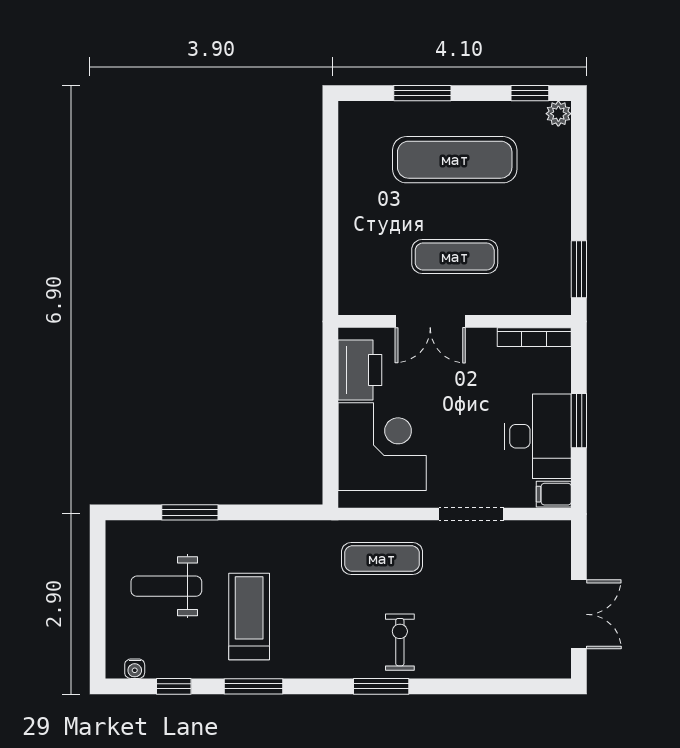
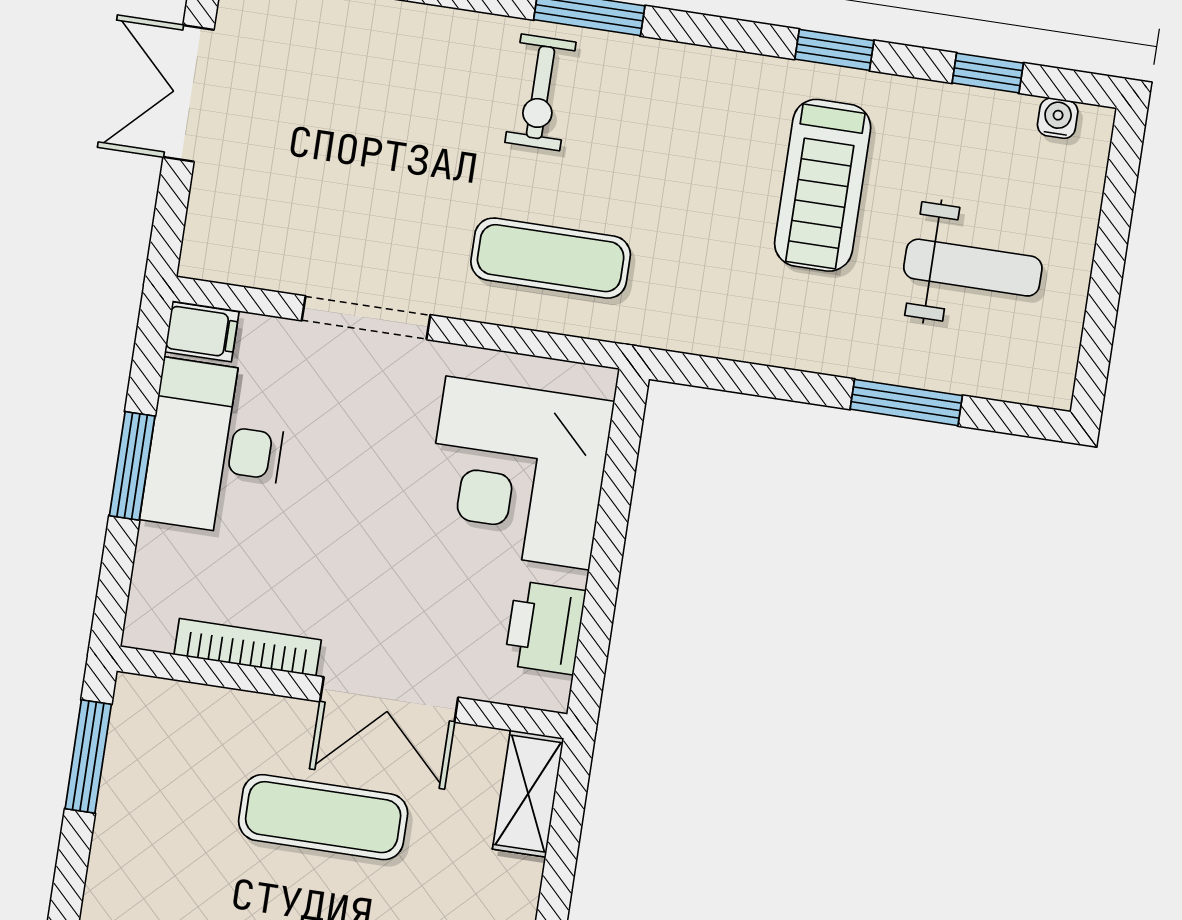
shelving: (352, 284) -> (528, 794), added
double door: (430, 321) -> (389, 700), swing flipped
bookcase: (534, 337) -> (248, 647), moved
printer: (360, 370) -> (545, 628), width x0.73, depth x0.84
window: (254, 686) -> (834, 50), width x0.67

